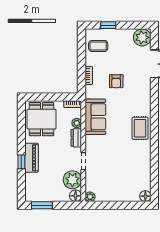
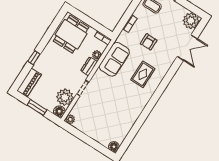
rug: (140, 128) -> (143, 74), moved
piano: (32, 158) -> (29, 82), moved
window: (42, 205) -> (37, 108), moved

